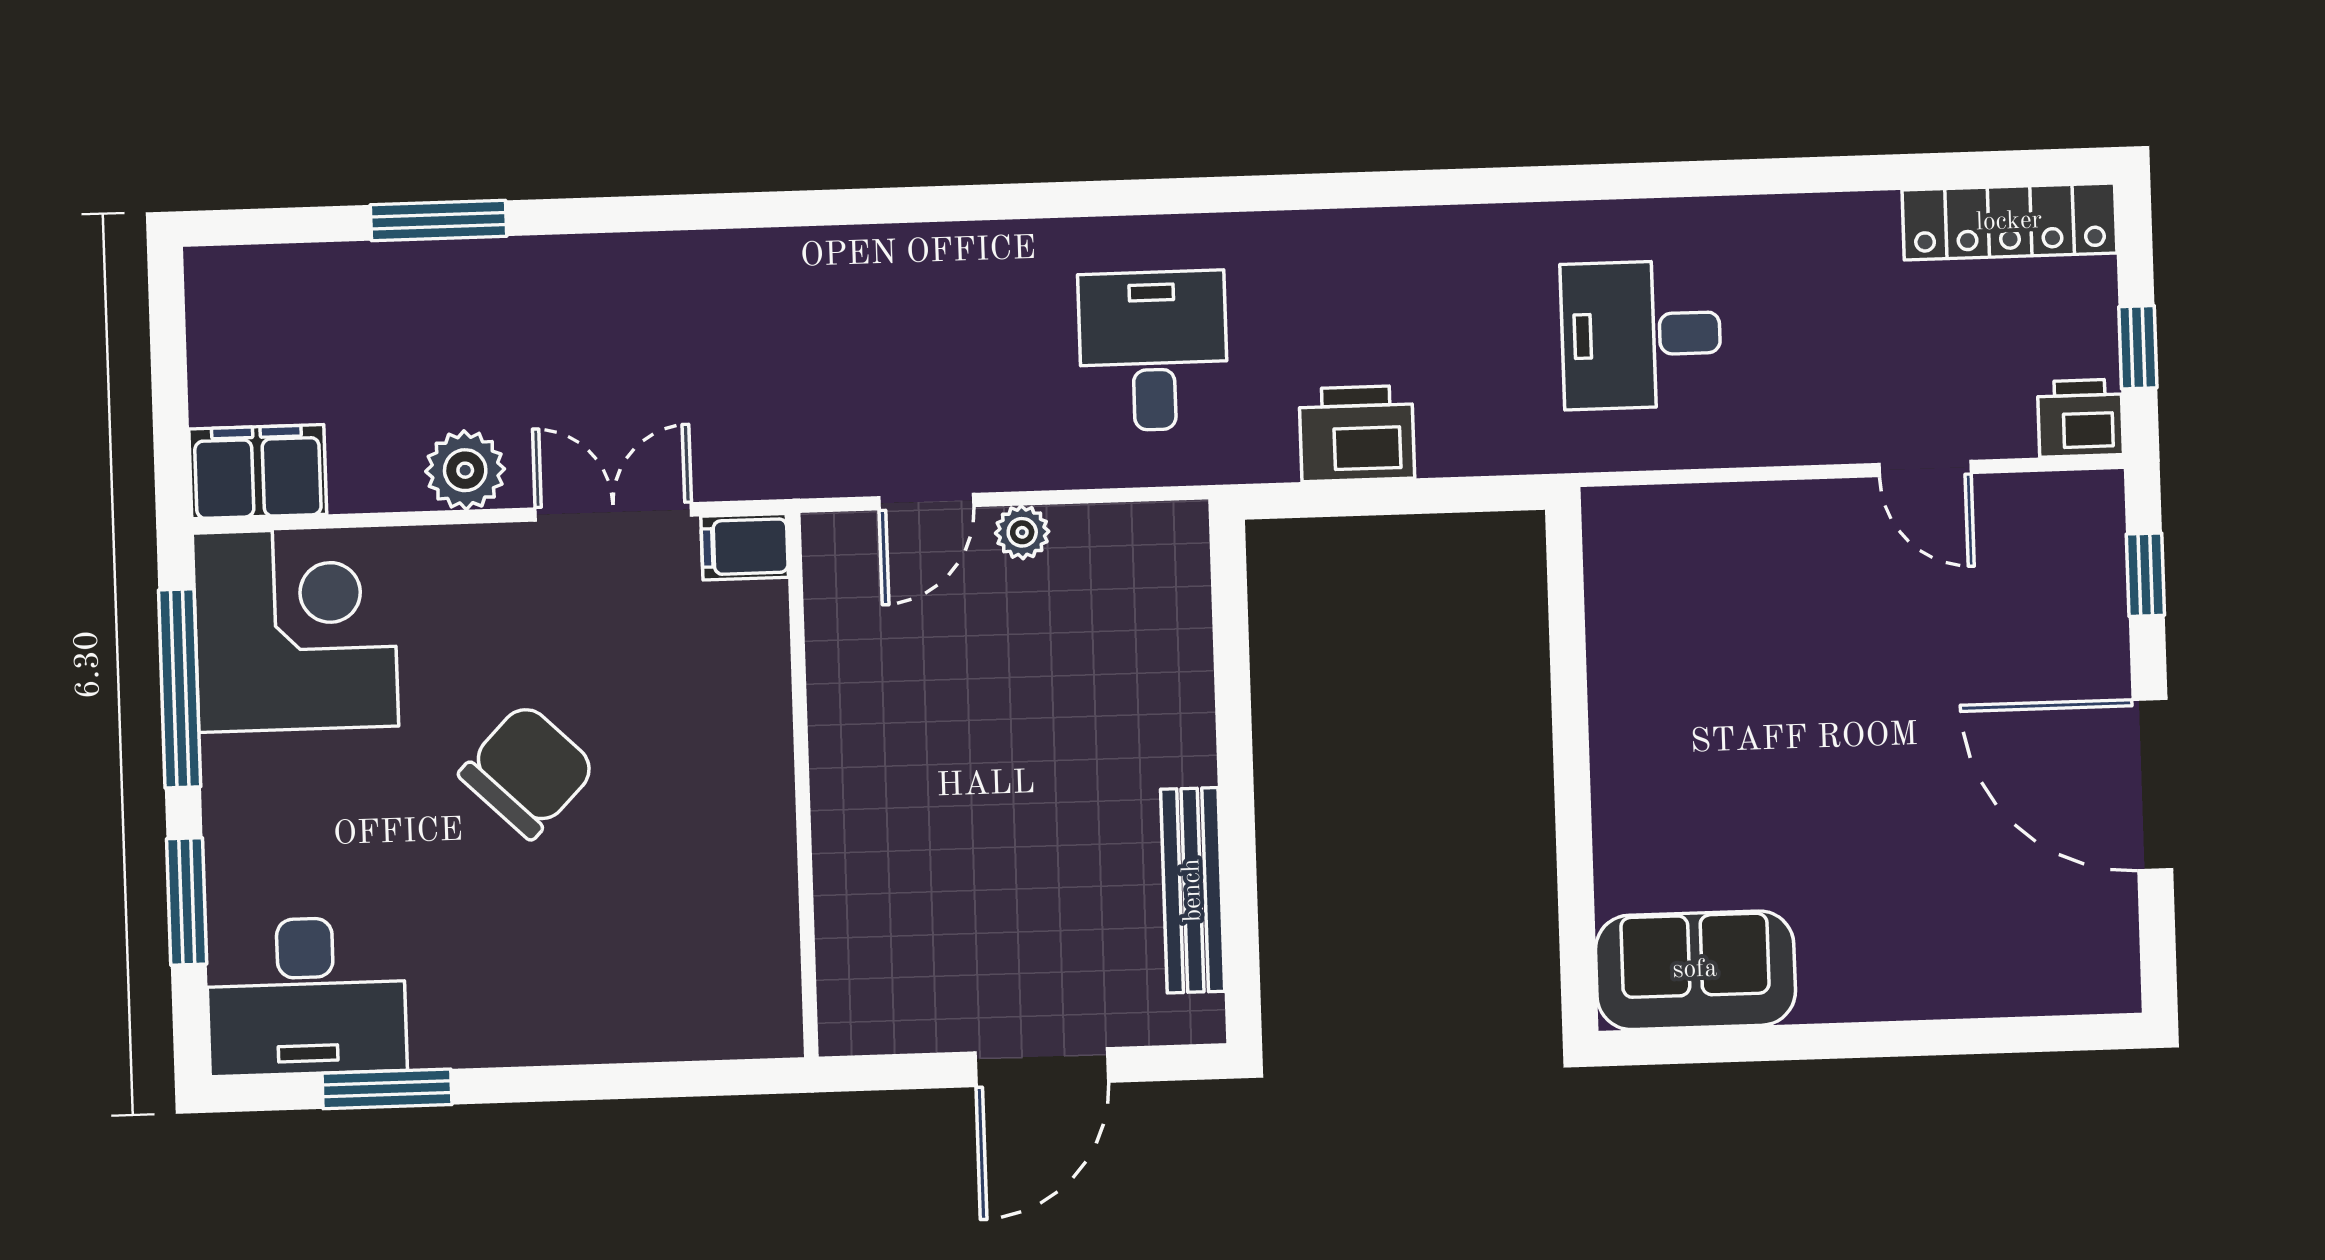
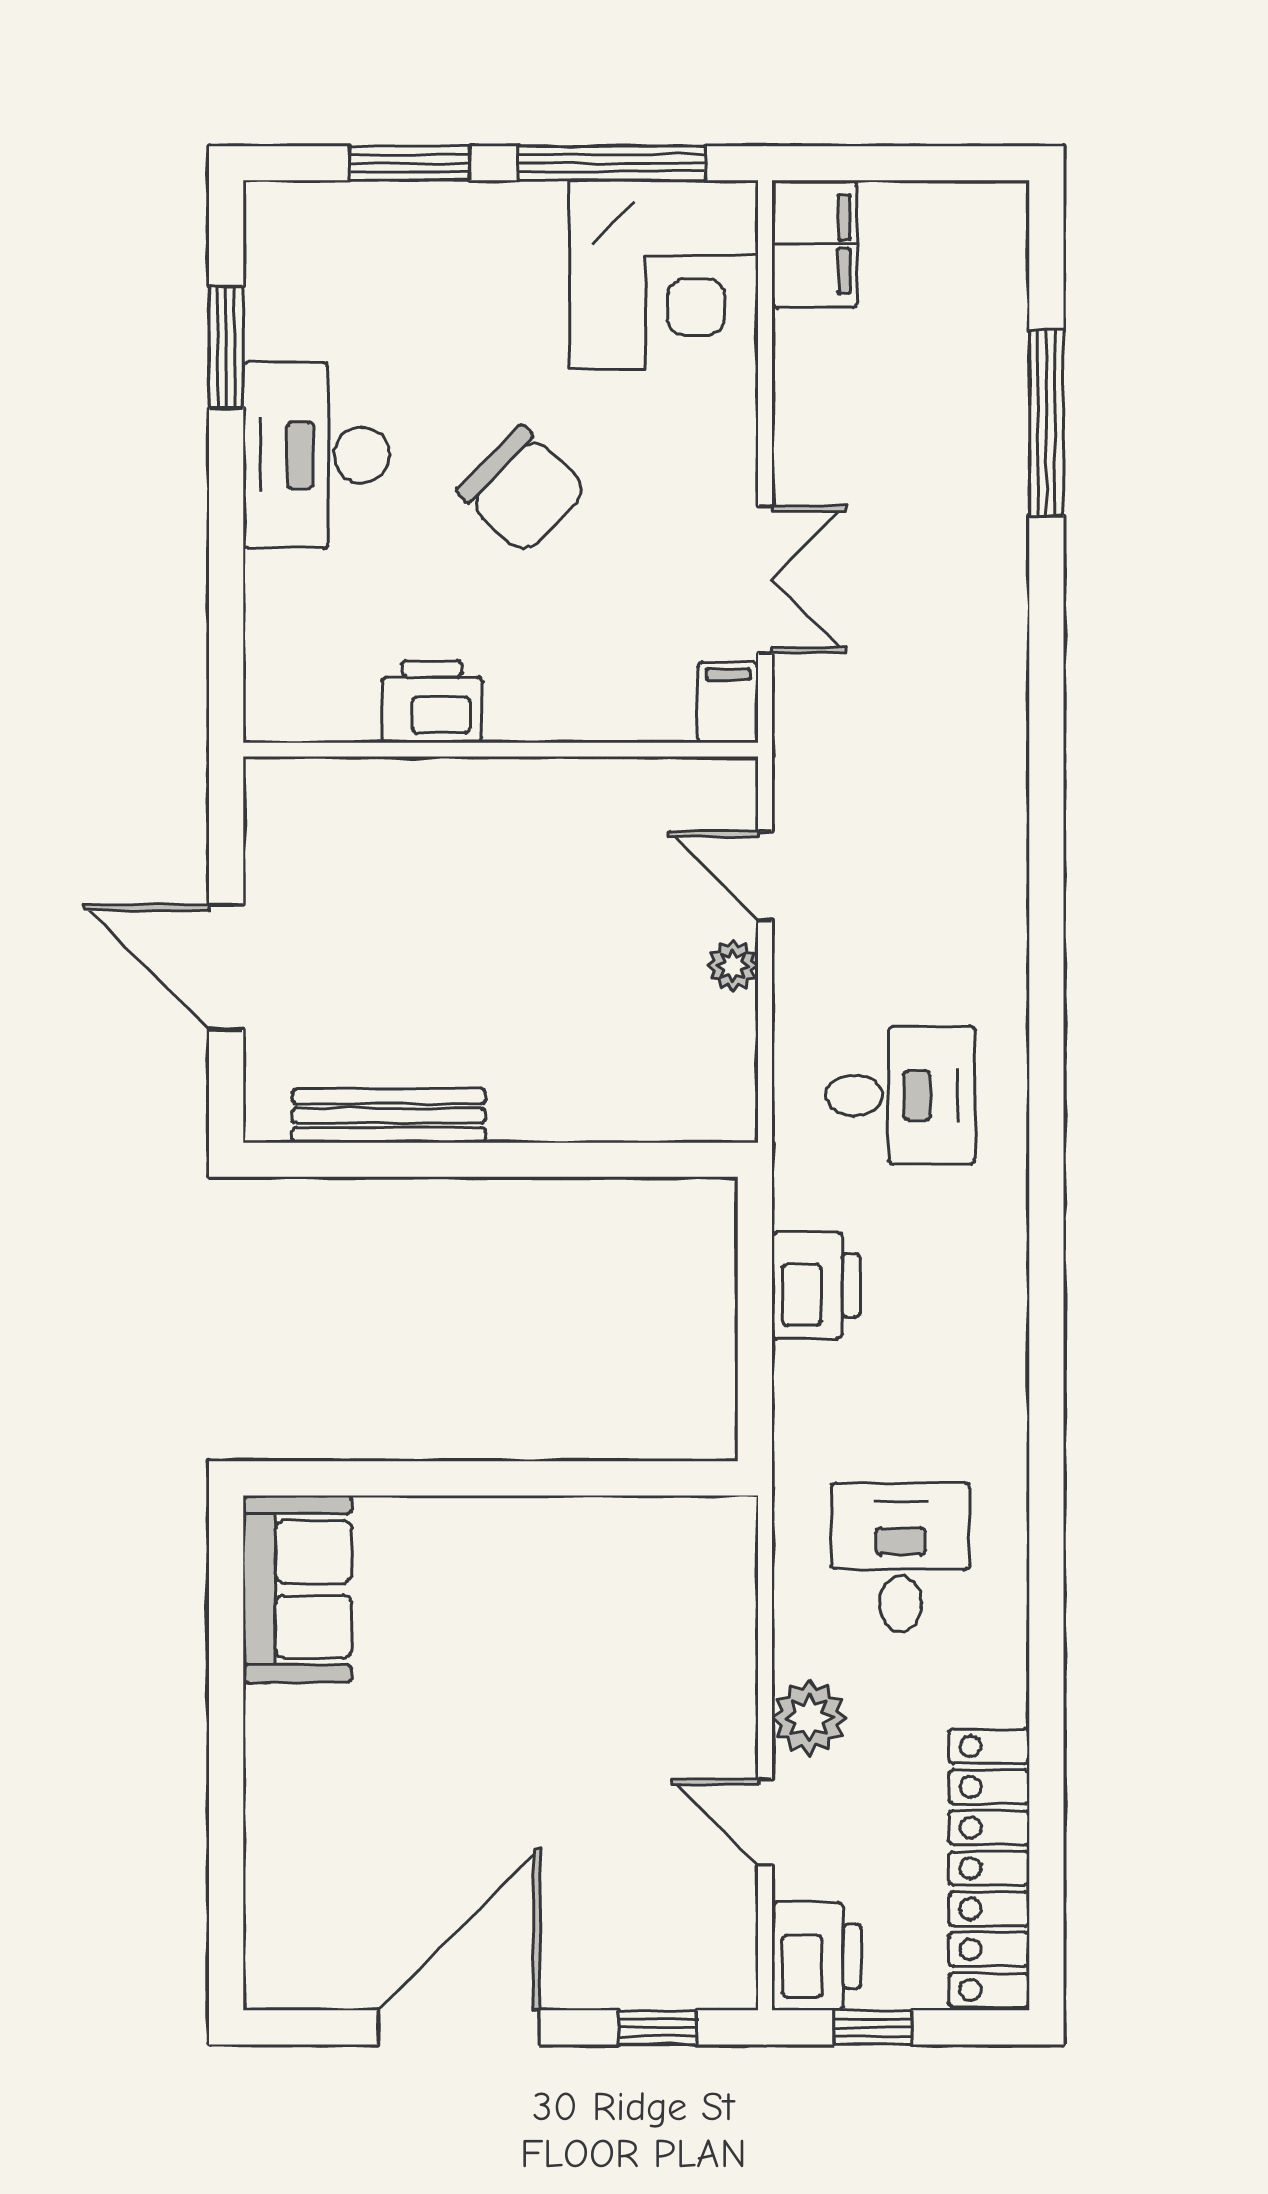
window: (439, 221) -> (1046, 423), width x1.44
locker: (2009, 222) -> (989, 1868), width x1.41, depth x1.21
printer: (2080, 418) -> (816, 1956), width x1.36, depth x1.24
door: (1925, 468) -> (765, 1822), hinge flipped
plant: (465, 470) -> (809, 1718), moved
printer: (754, 859) -> (432, 702), added
desk: (306, 996) -> (316, 455), moved

